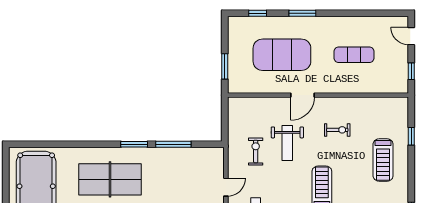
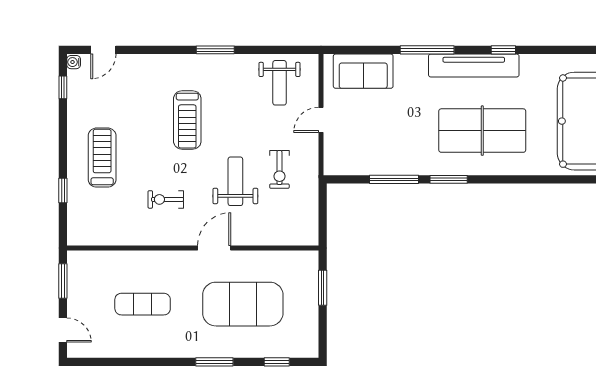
window: (411, 71) -> (63, 281), width x1.50

